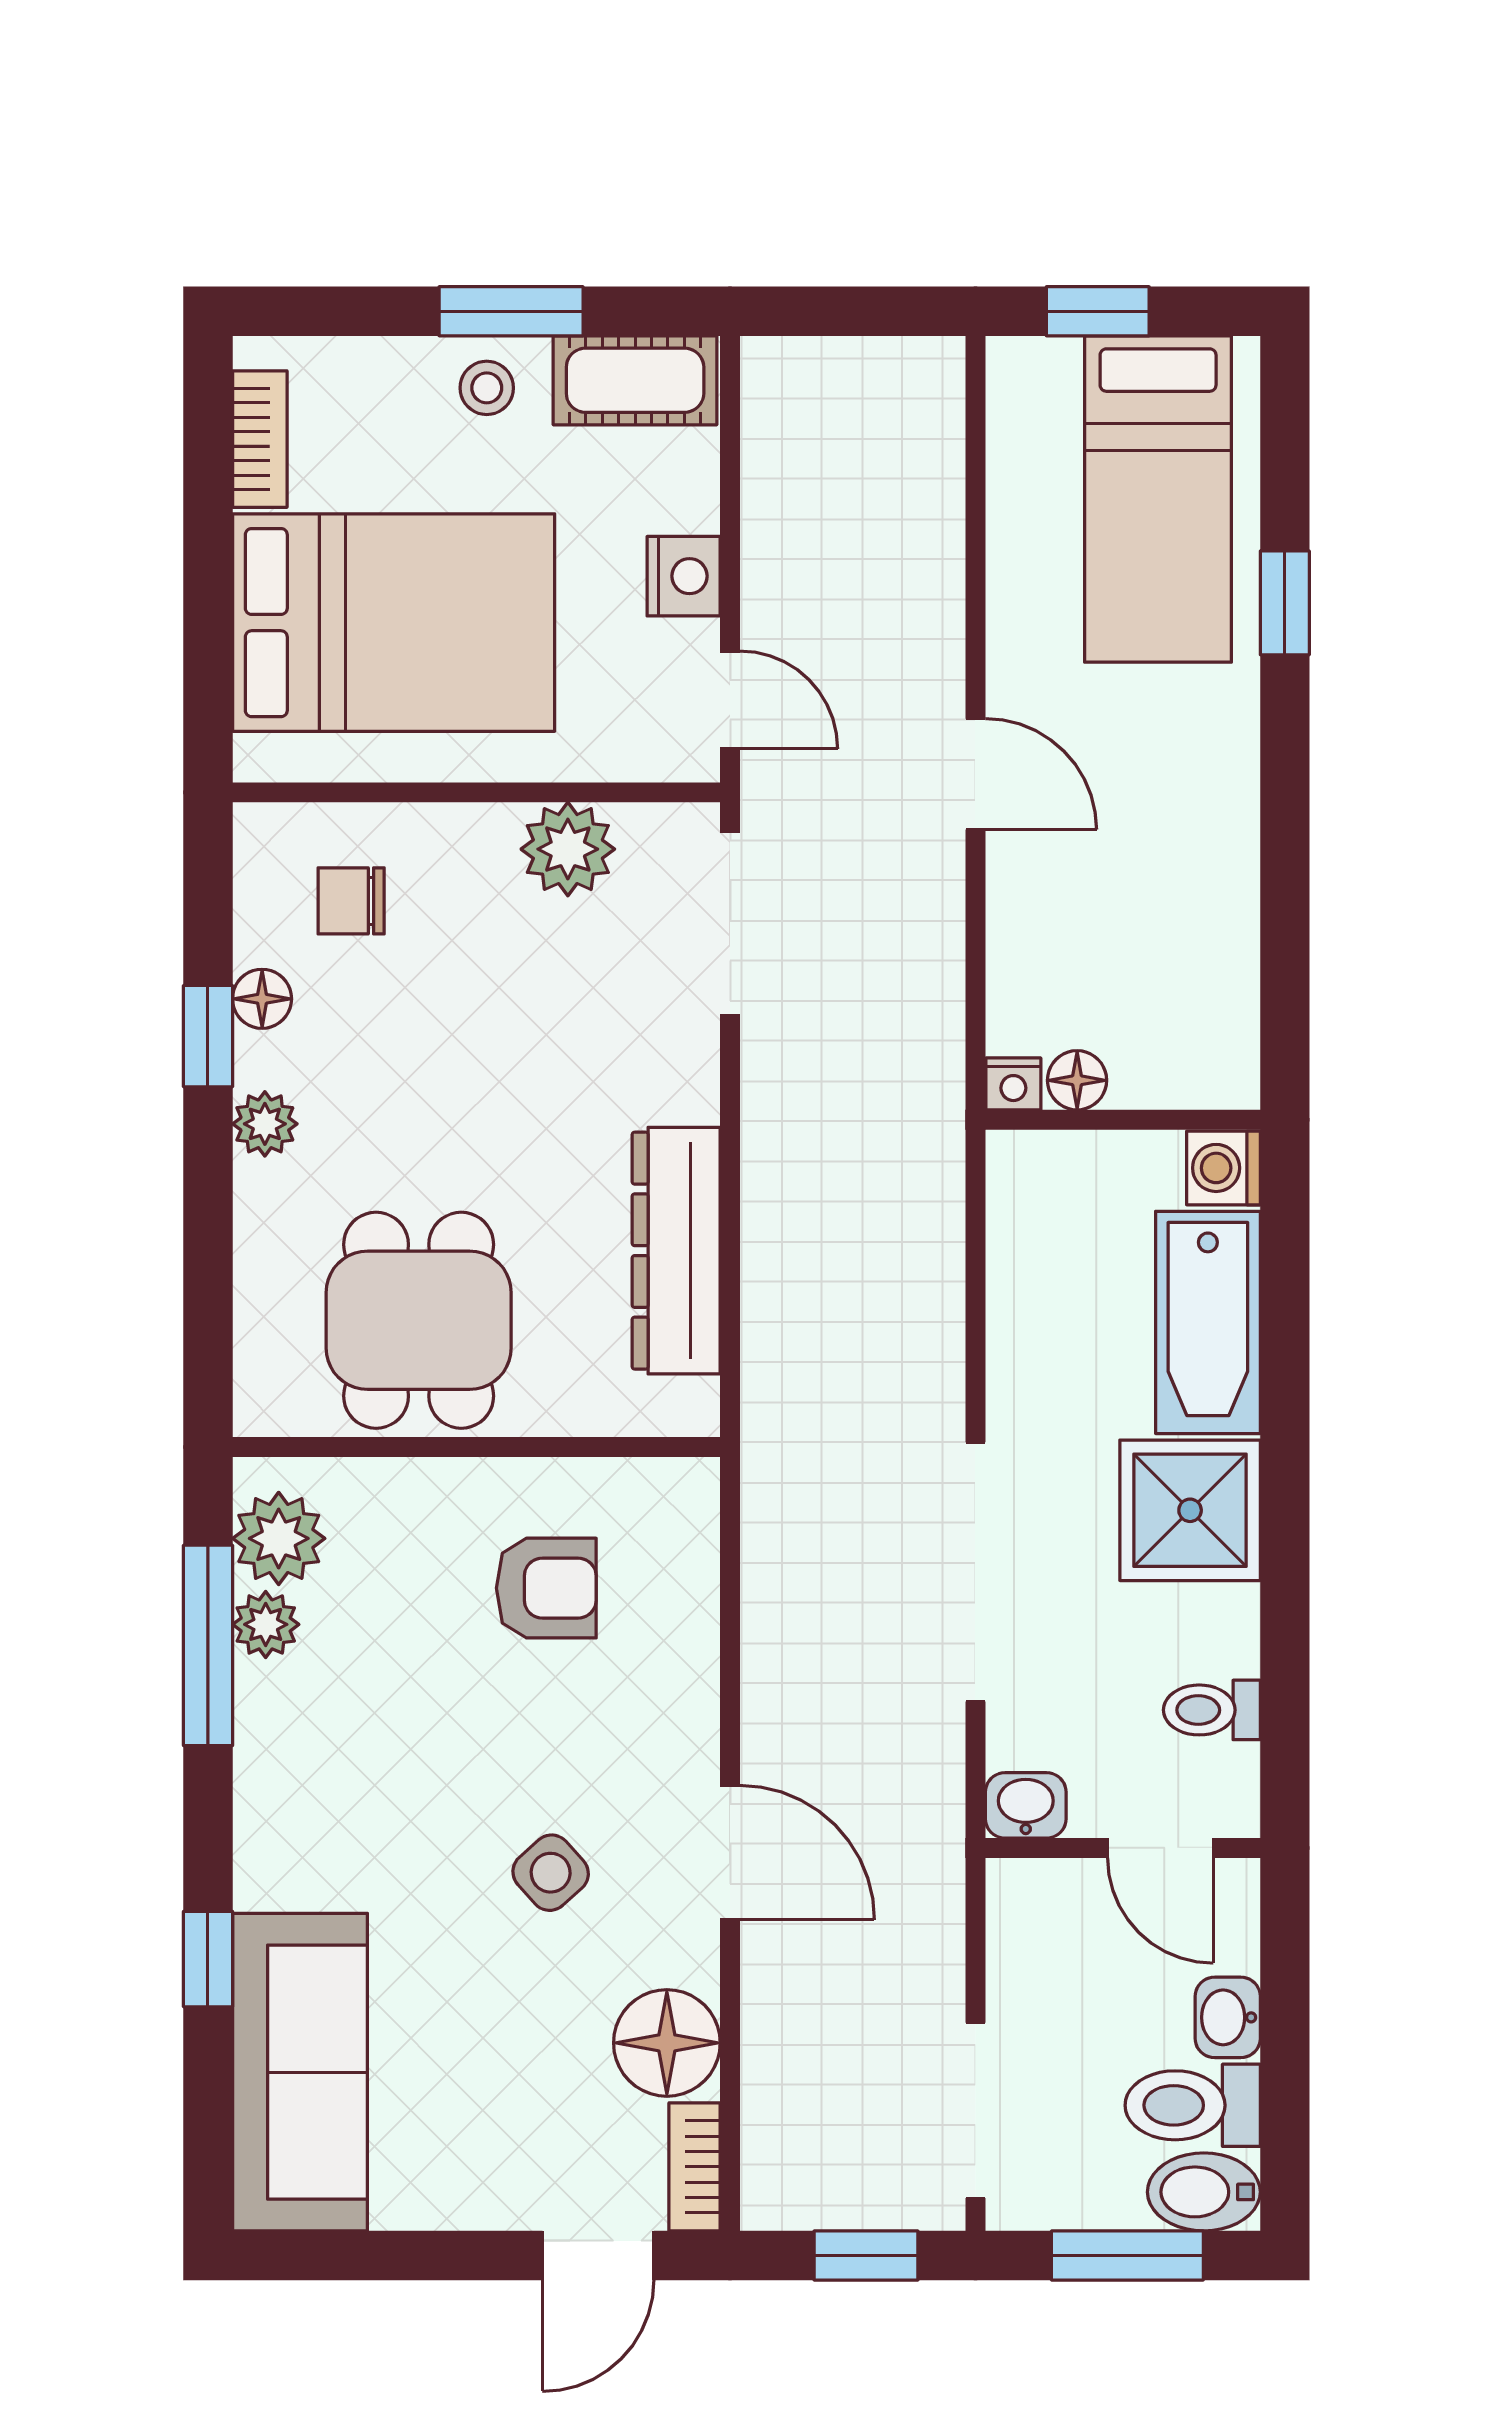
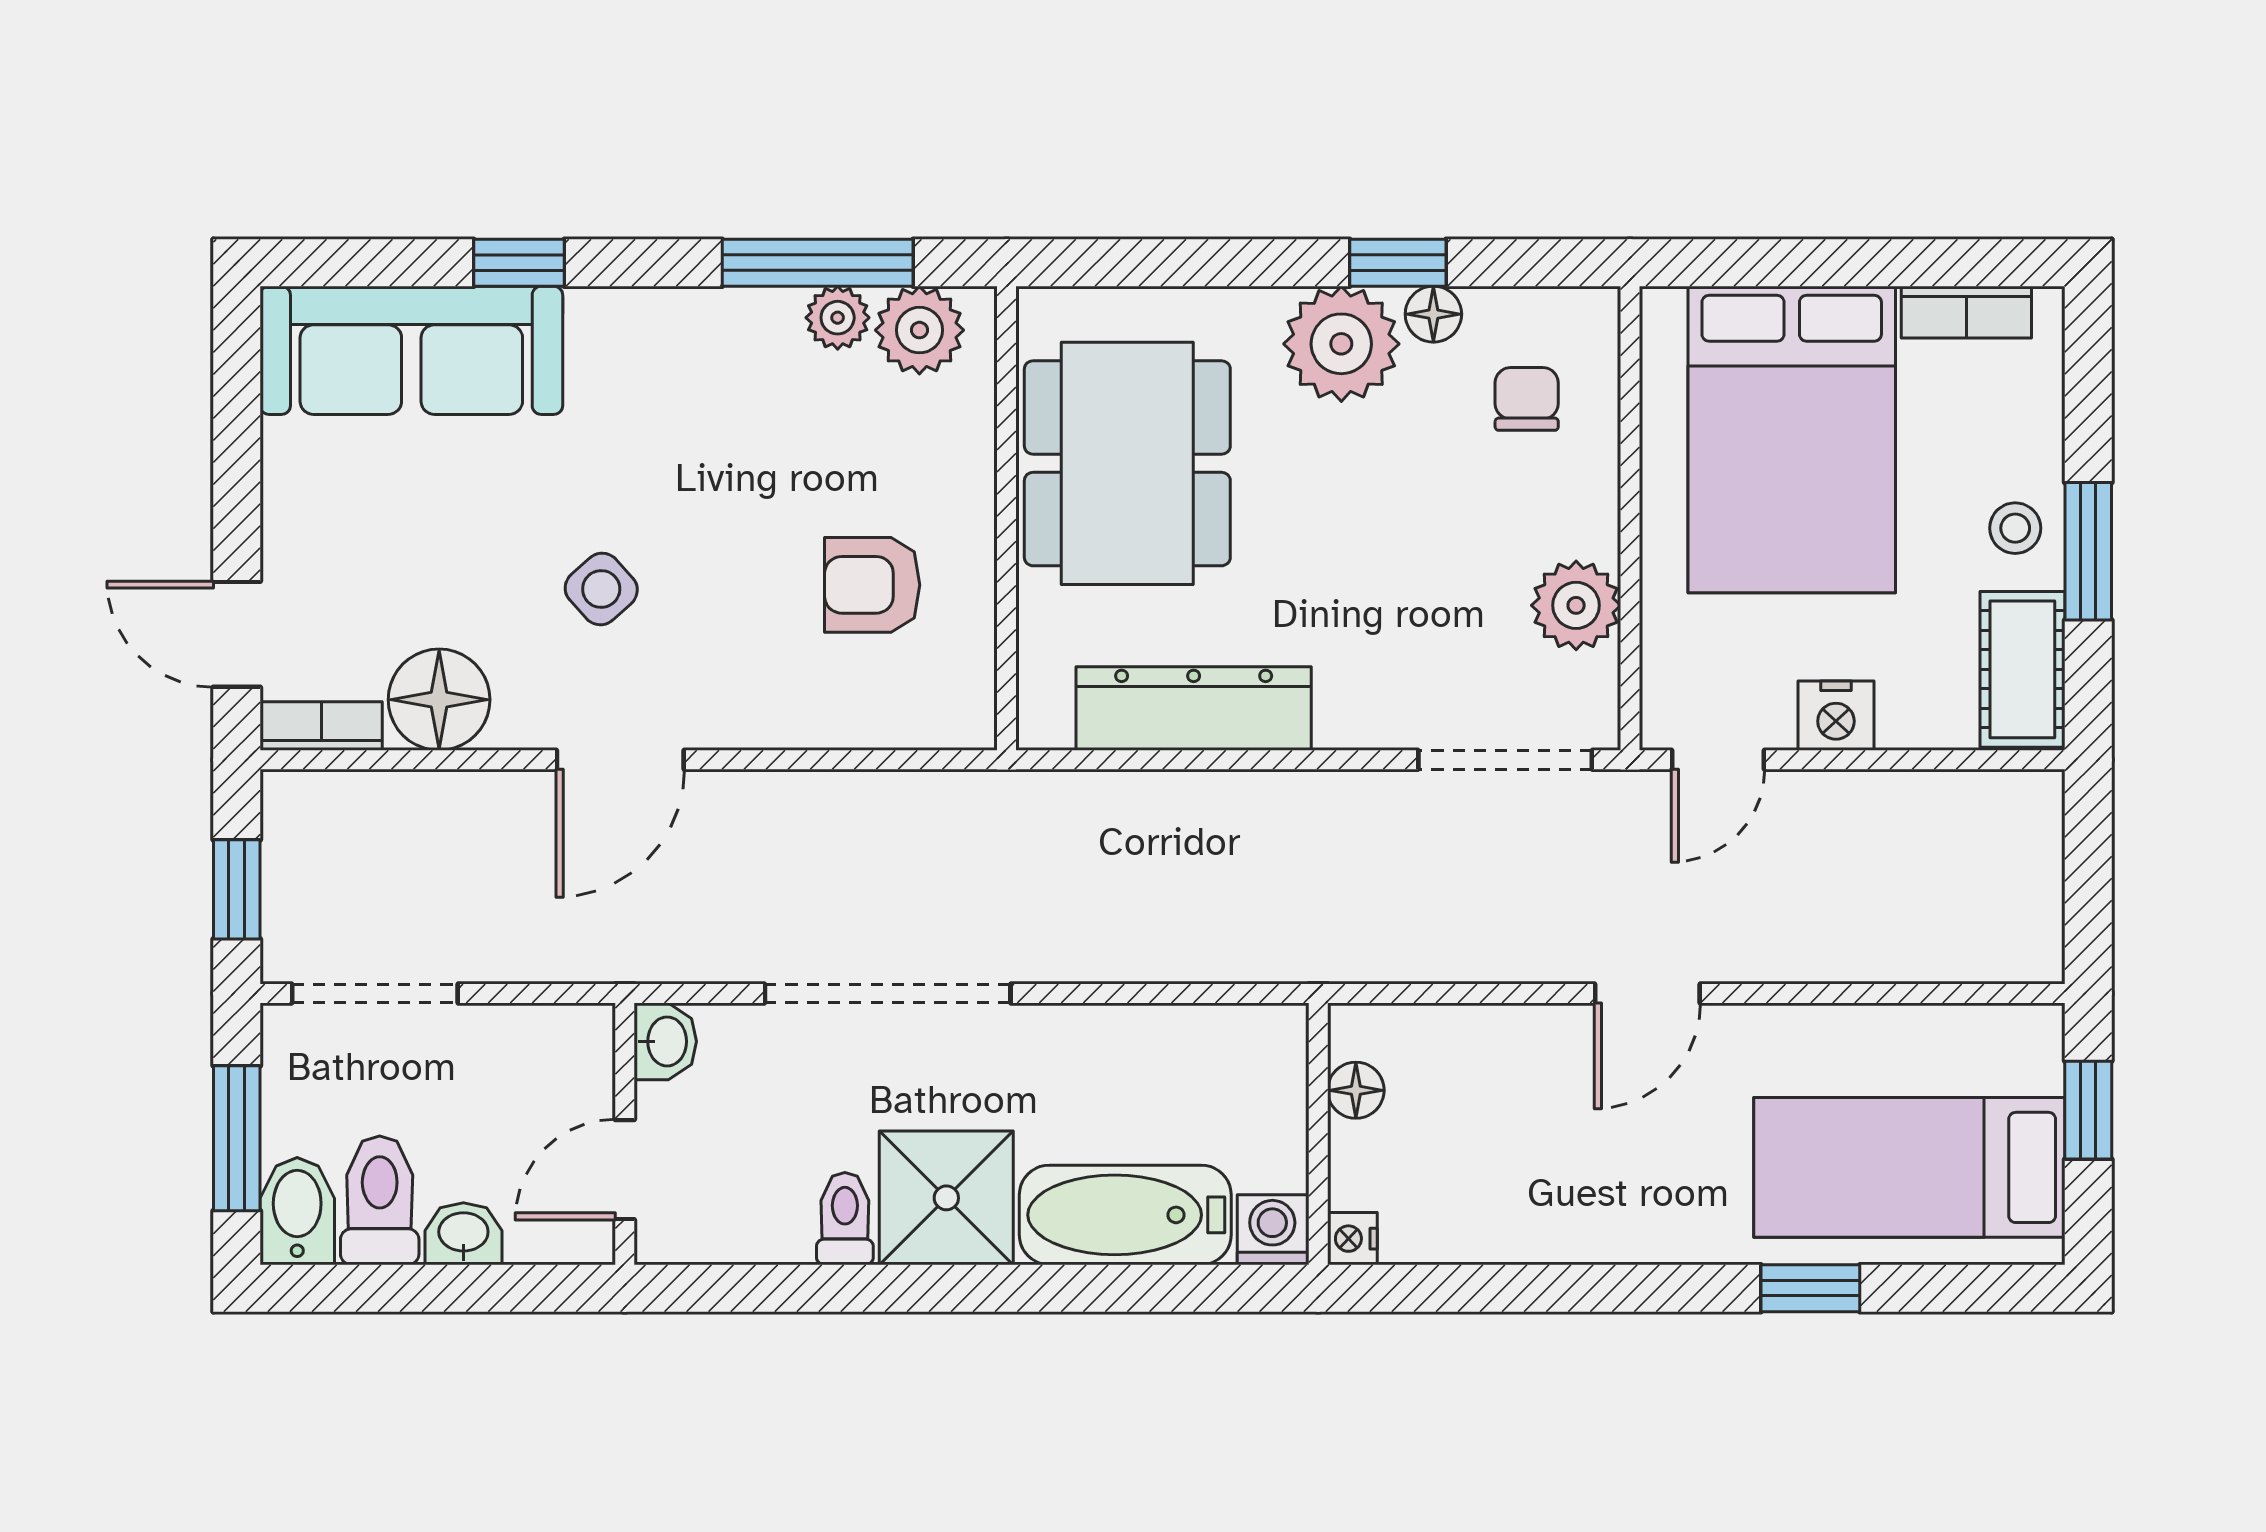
nightstand: (1013, 1084) -> (1352, 1239), moved
plant: (265, 1124) -> (1341, 344), width x1.87, depth x1.87
dining table: (419, 1320) -> (1127, 463), width x1.38
armchair: (546, 1588) -> (872, 585), turned 90
toilet: (1212, 1710) -> (845, 1219), moved

